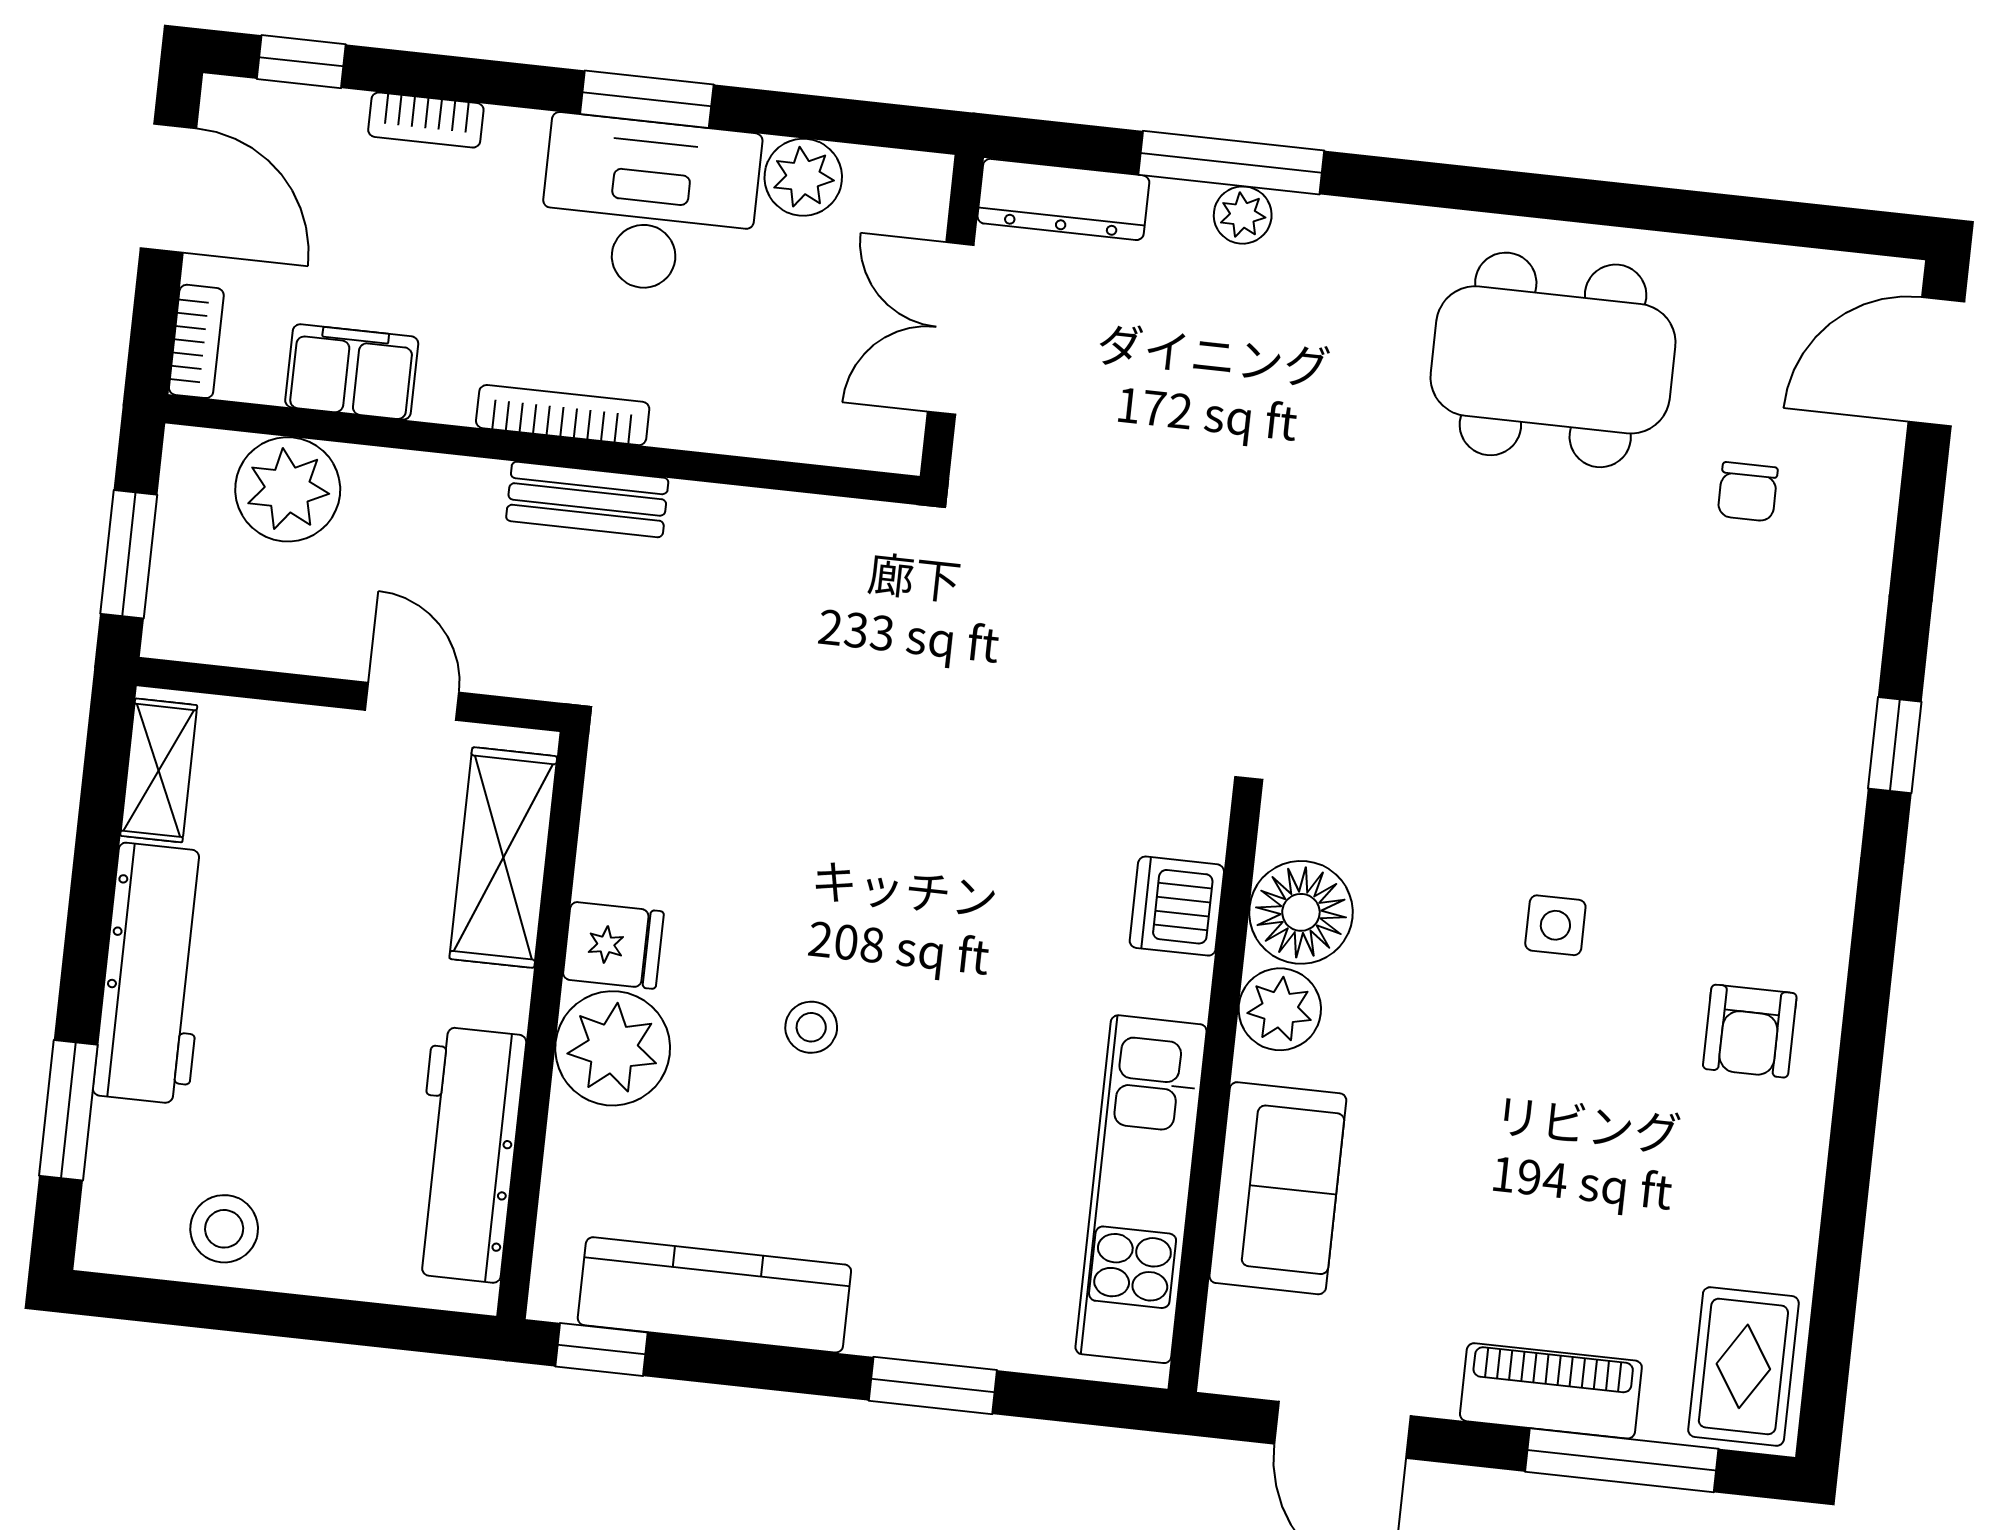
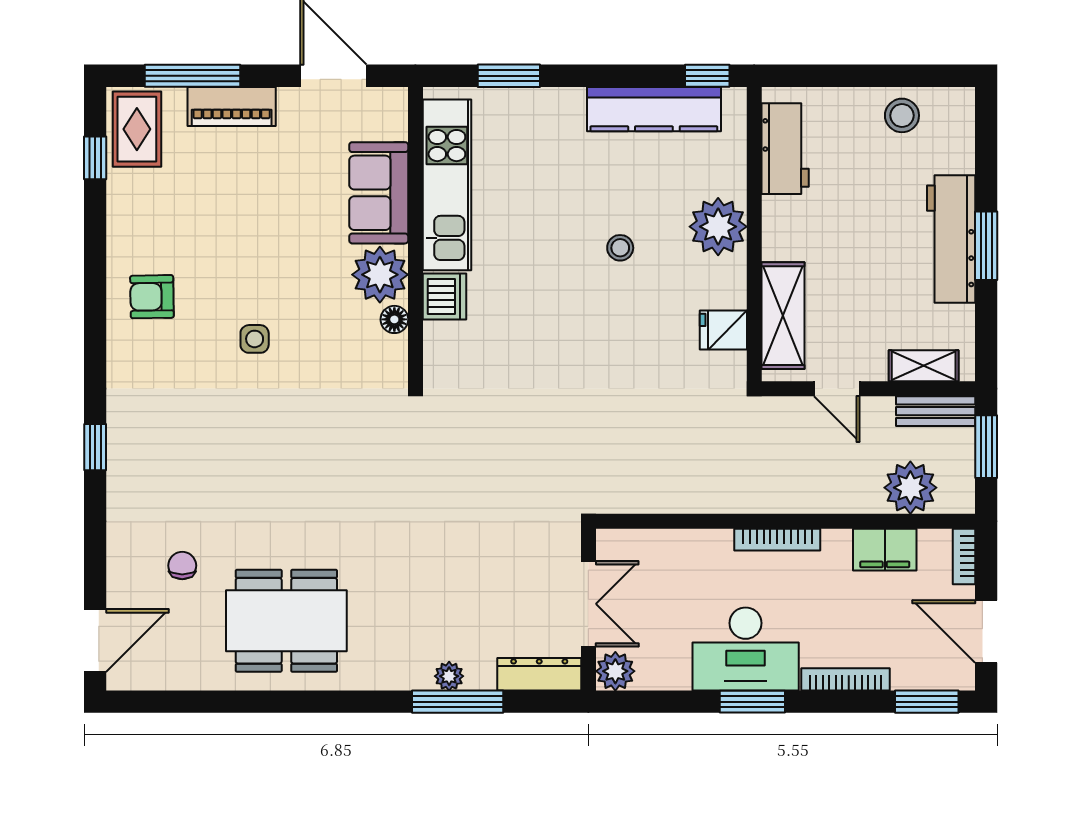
window: (301, 62) -> (927, 702), width x1.50
bookcase: (426, 120) -> (846, 679), width x1.56
plant: (803, 177) -> (615, 671), moved
bench: (587, 499) -> (936, 411), moved
shelving: (159, 770) -> (924, 366), moved, turned 90
dishwasher: (1177, 906) -> (444, 296), moved
floor lamp: (1301, 912) -> (394, 319), width x0.53, depth x0.53
fridge: (613, 945) -> (723, 330), moved
plant: (1280, 1009) -> (380, 275), width x1.36, depth x1.36
armchair: (1750, 1031) -> (152, 297), turned -91
window: (68, 1110) -> (986, 246), moved
workbench: (467, 1154) -> (785, 149), width x0.73
window: (1832, 1318) -> (95, 158), added
window: (933, 1385) -> (509, 76), moved

